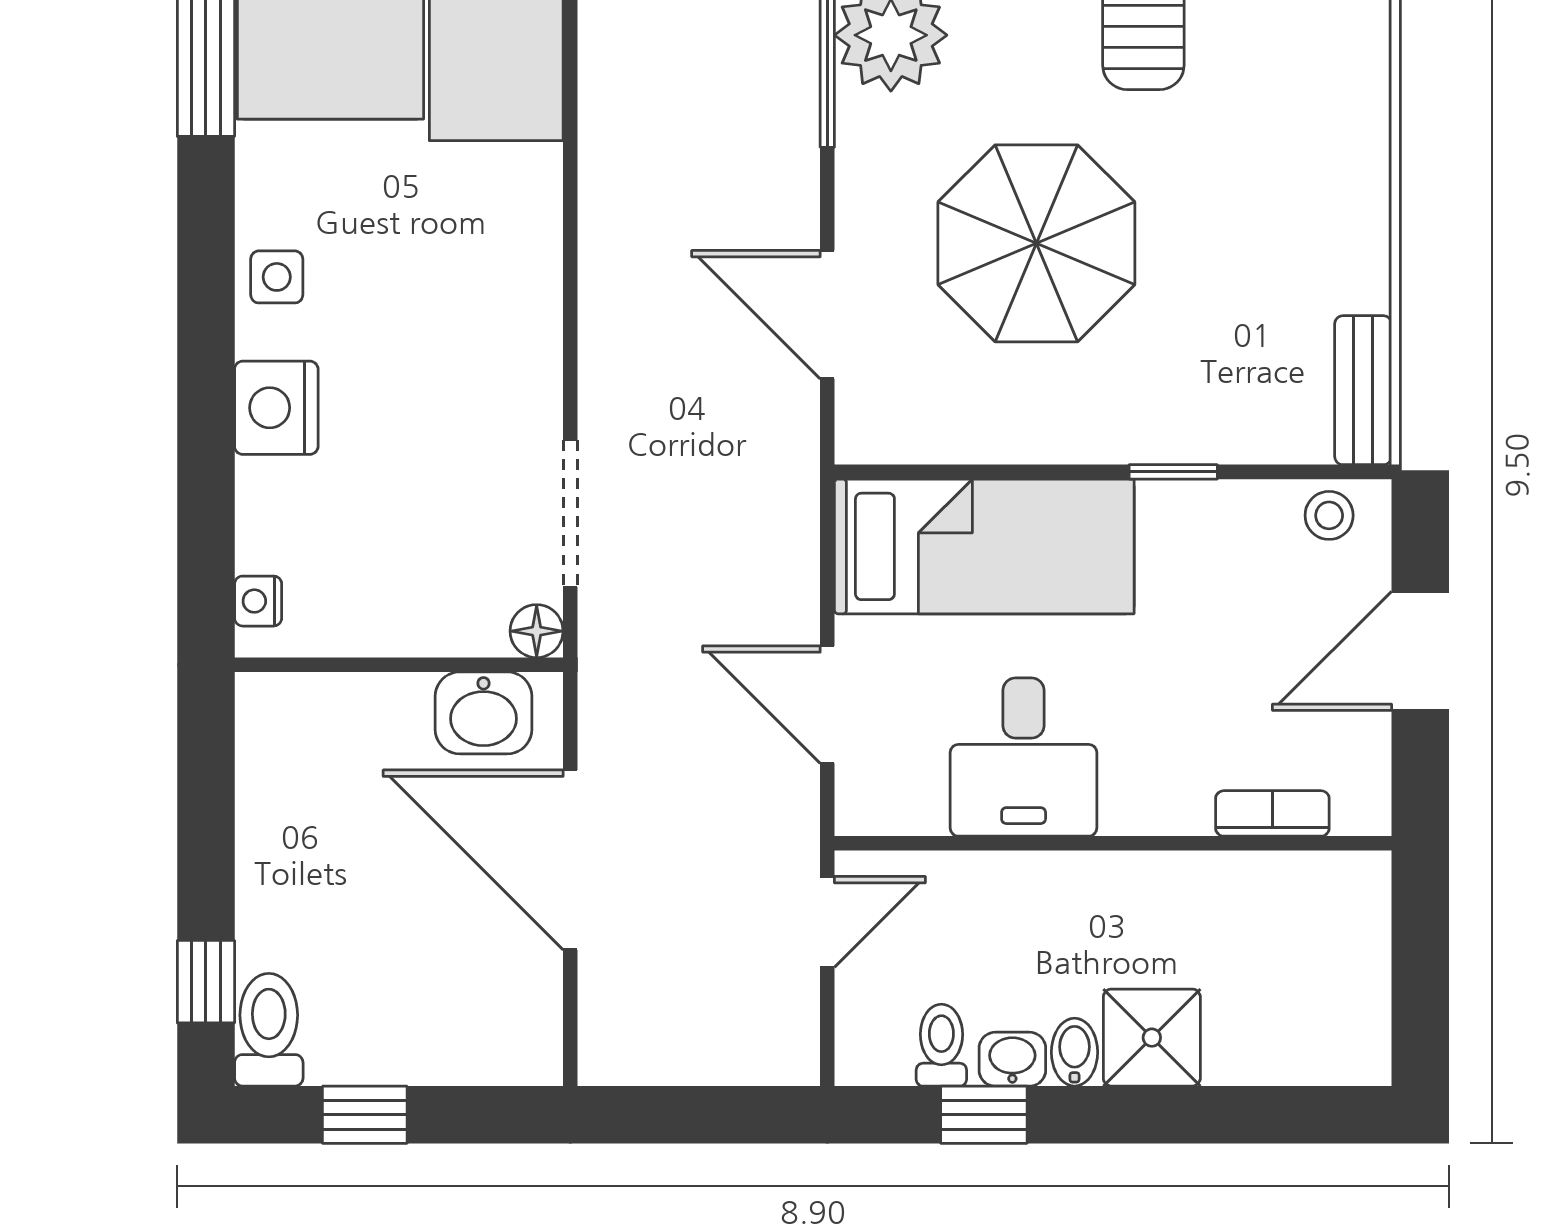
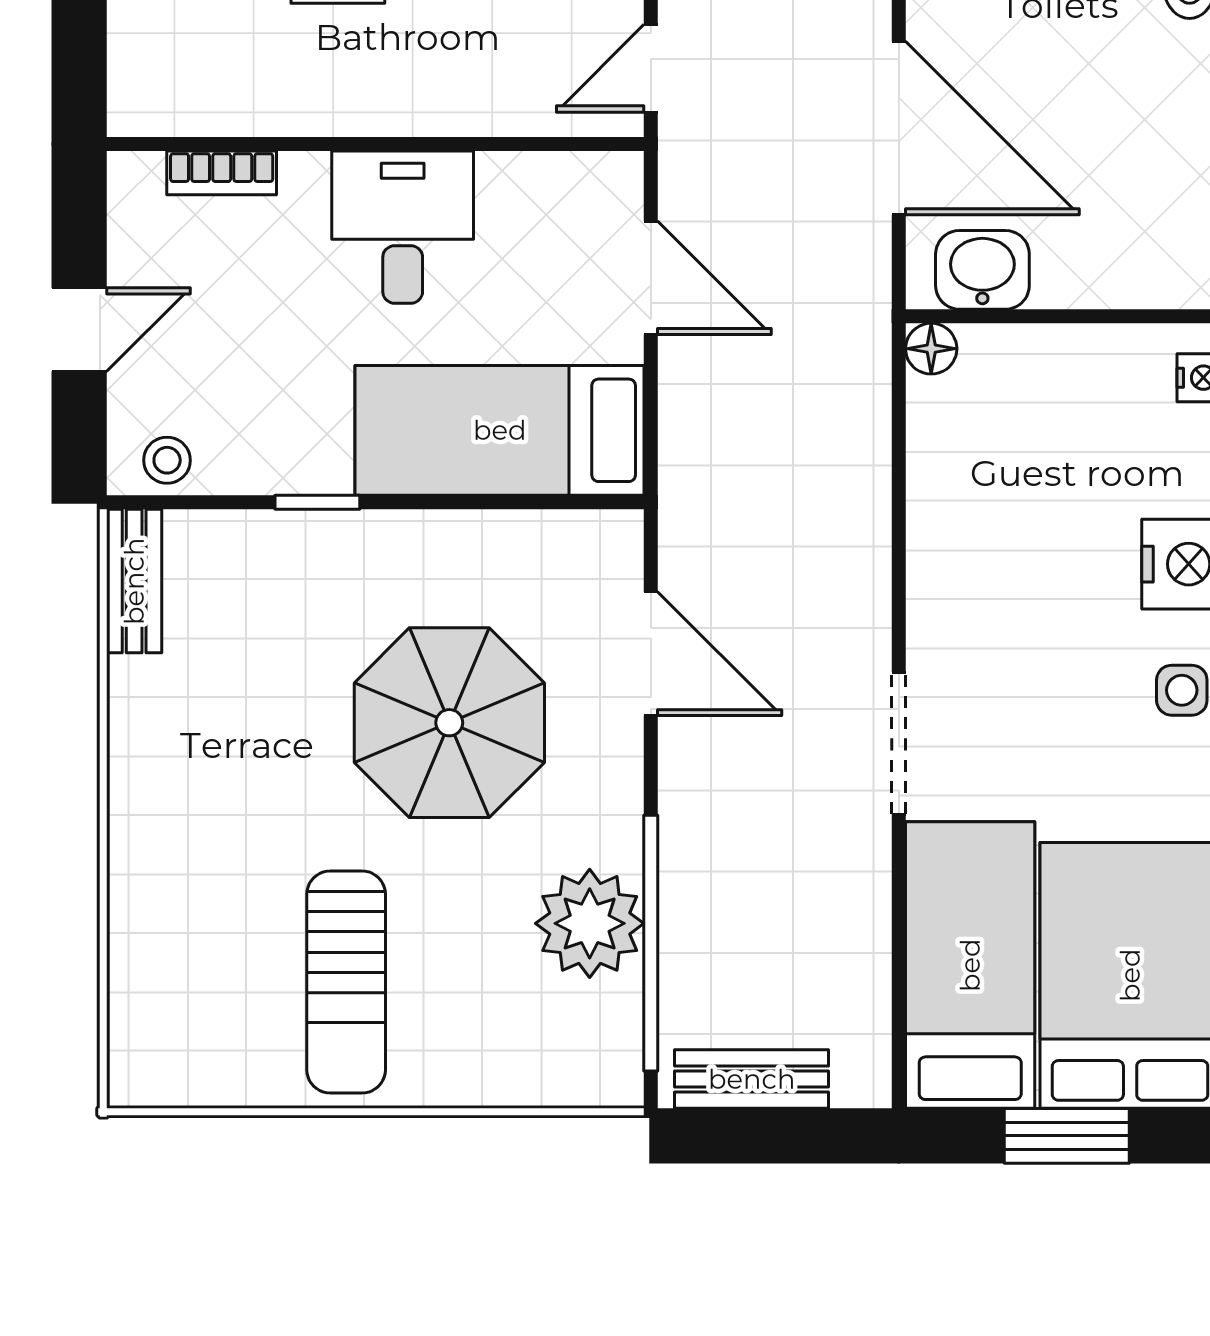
doorway: (570, 514) -> (899, 743), moved
door: (1420, 651) -> (79, 330), width x0.73
desk: (1024, 757) -> (403, 227), moved

